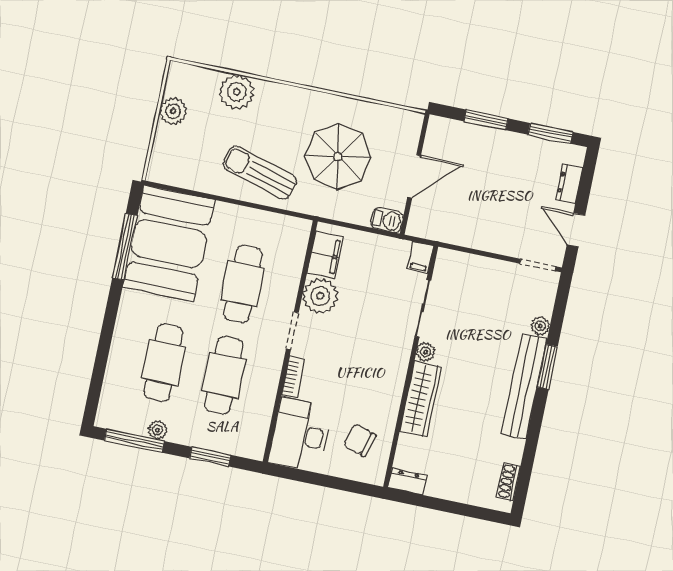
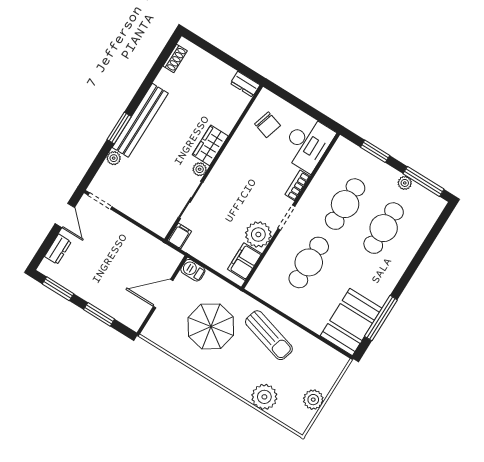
booth: (169, 244) -> (351, 322), width x0.73, depth x0.70
wardrobe: (421, 399) -> (210, 145), width x0.67

